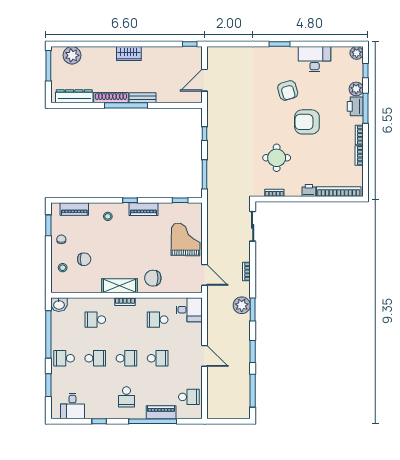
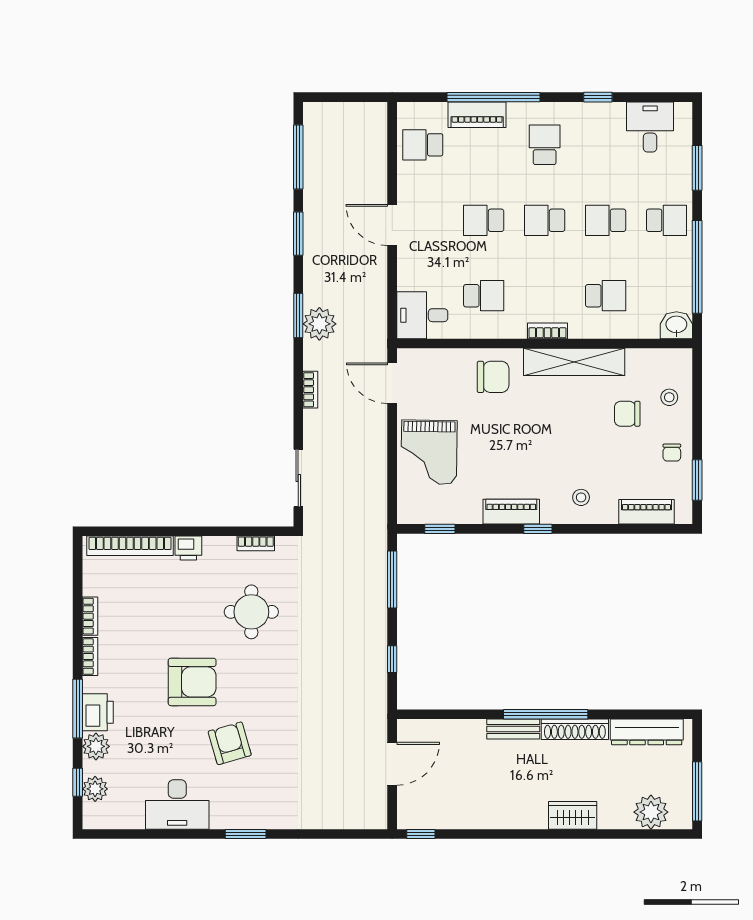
plant: (357, 53) -> (95, 789), moved
wardrobe: (129, 54) -> (573, 815), moved
shelving: (120, 286) -> (574, 362), width x1.47

